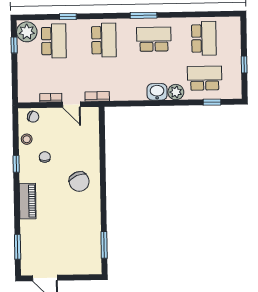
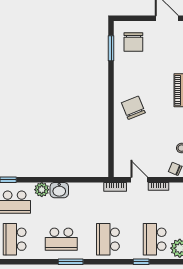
chair: (45, 157) -> (133, 42), moved, width x1.87, depth x1.87

